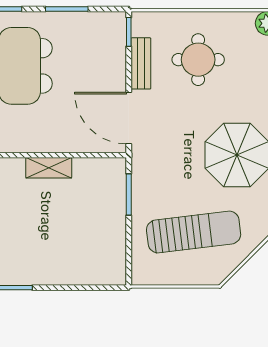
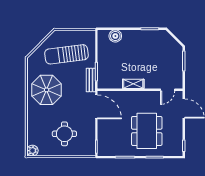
bench: (141, 63) -> (91, 80), moved
boiler: (88, 272) -> (115, 36), added

